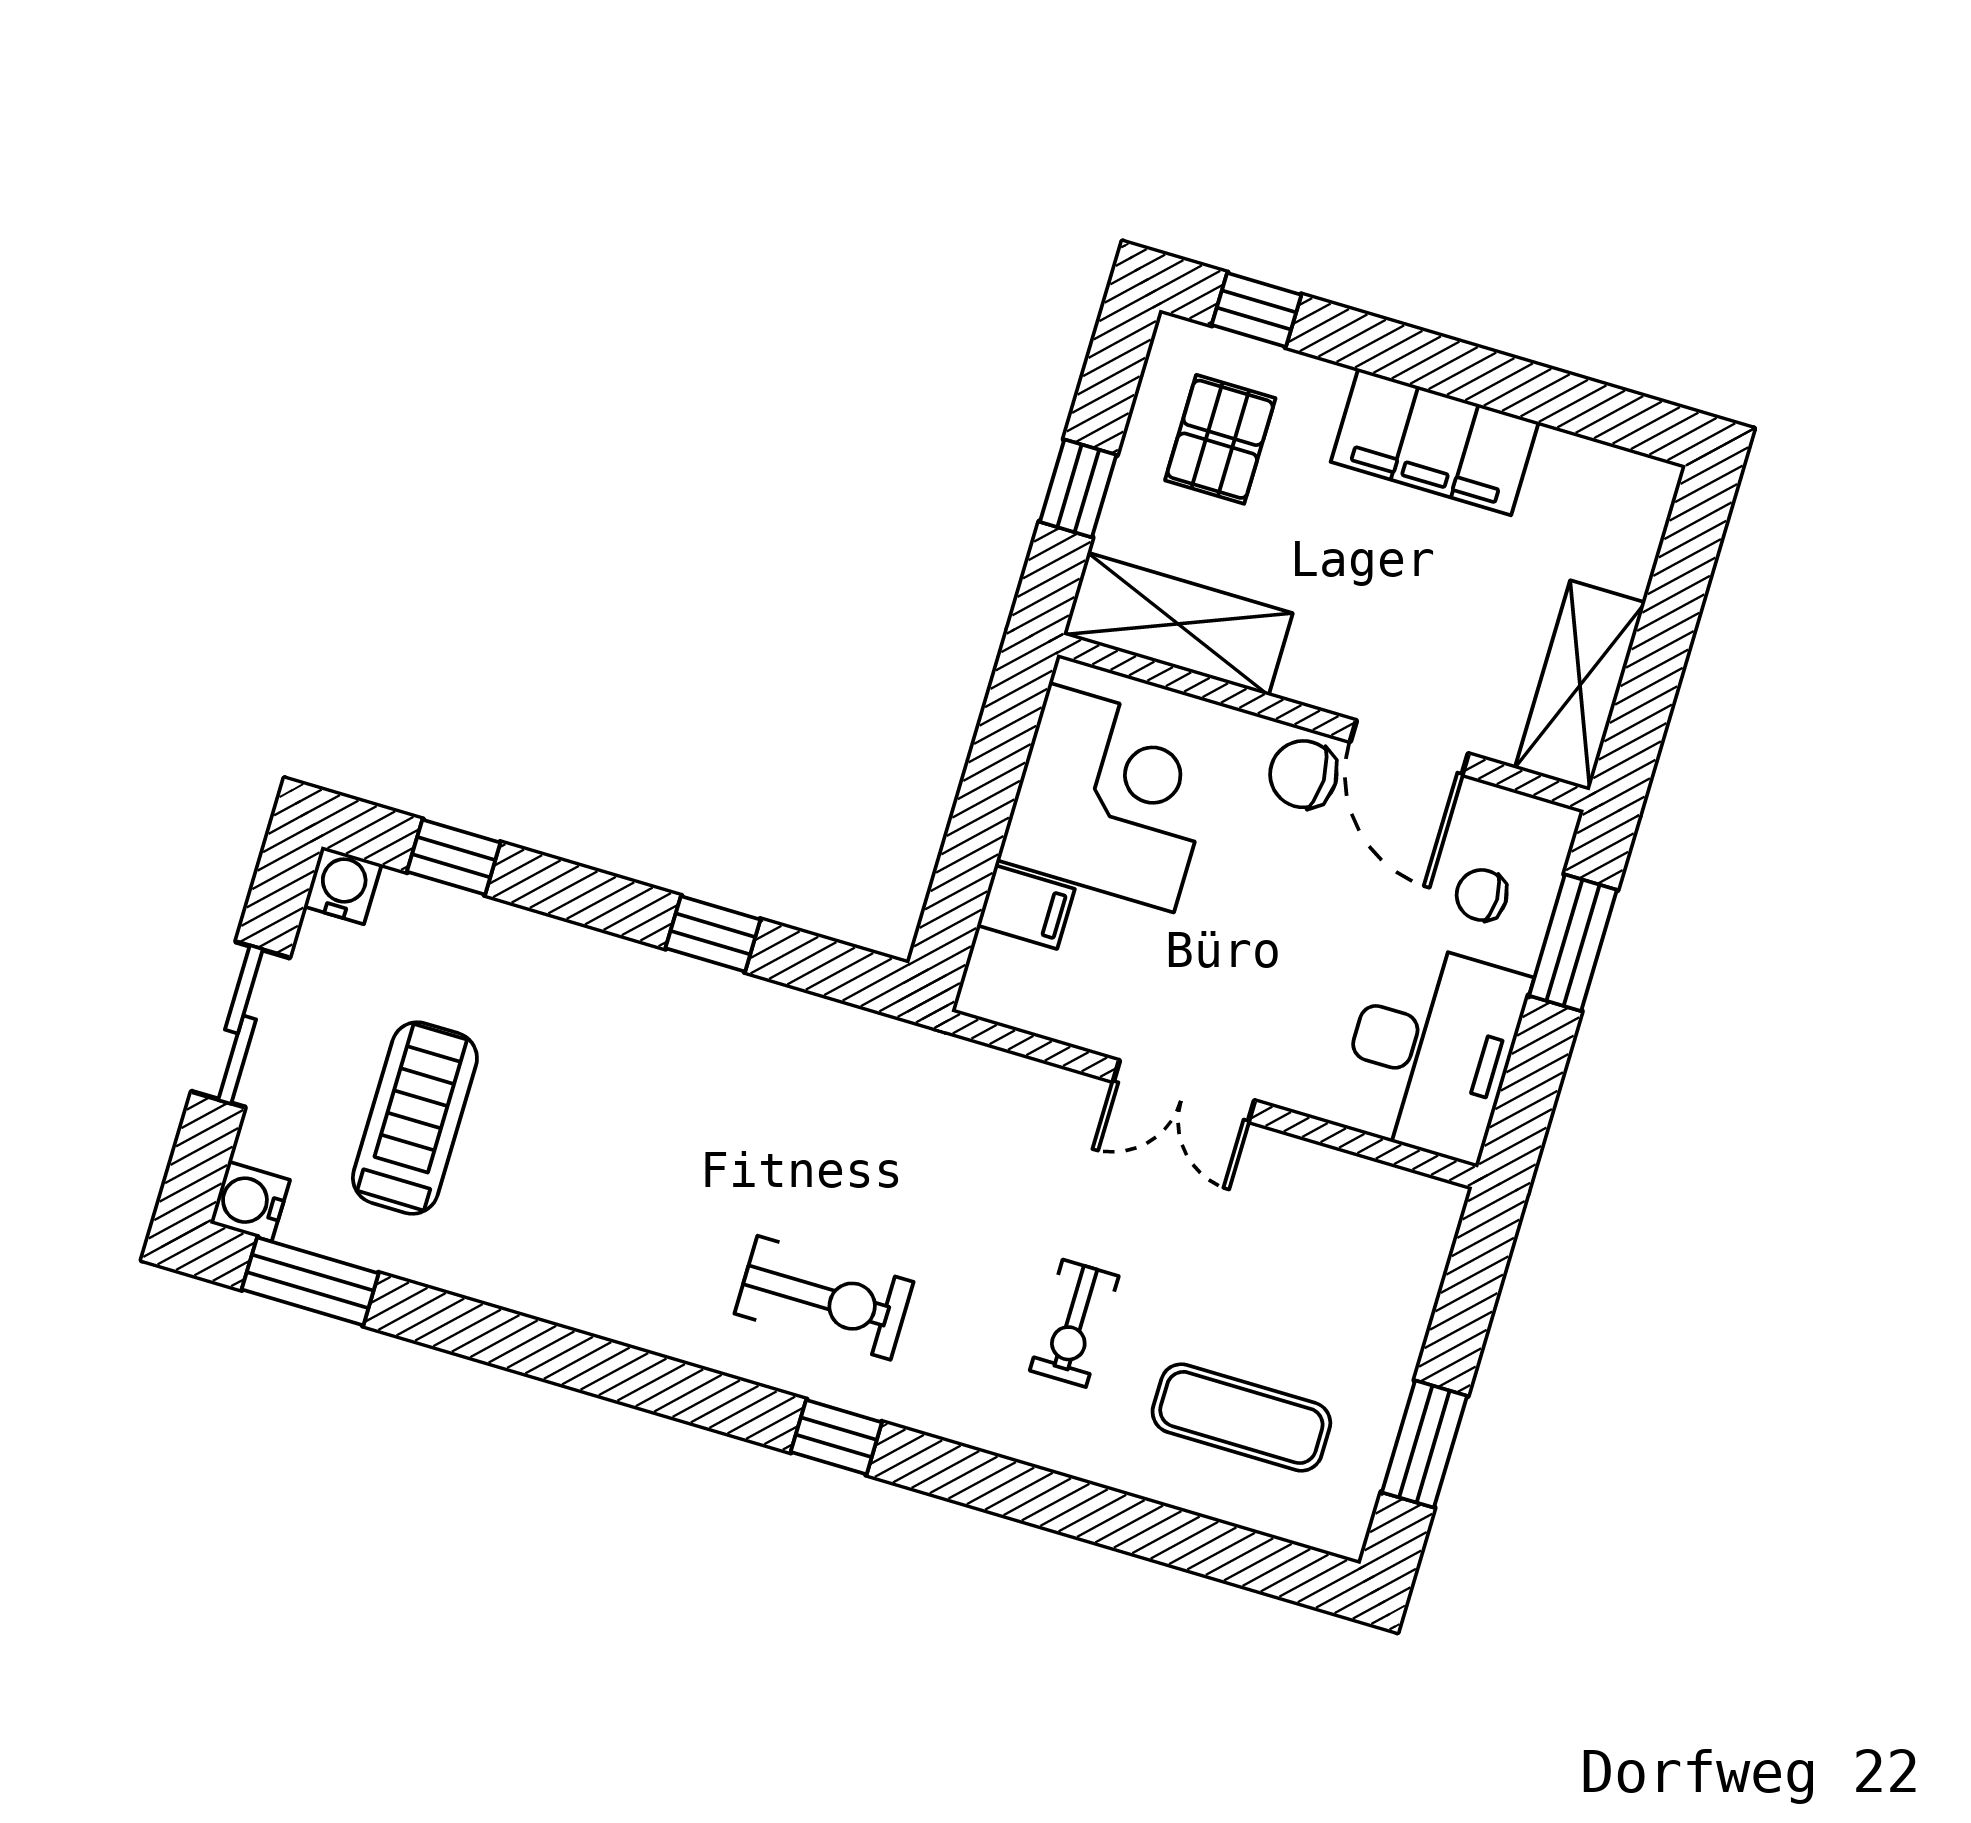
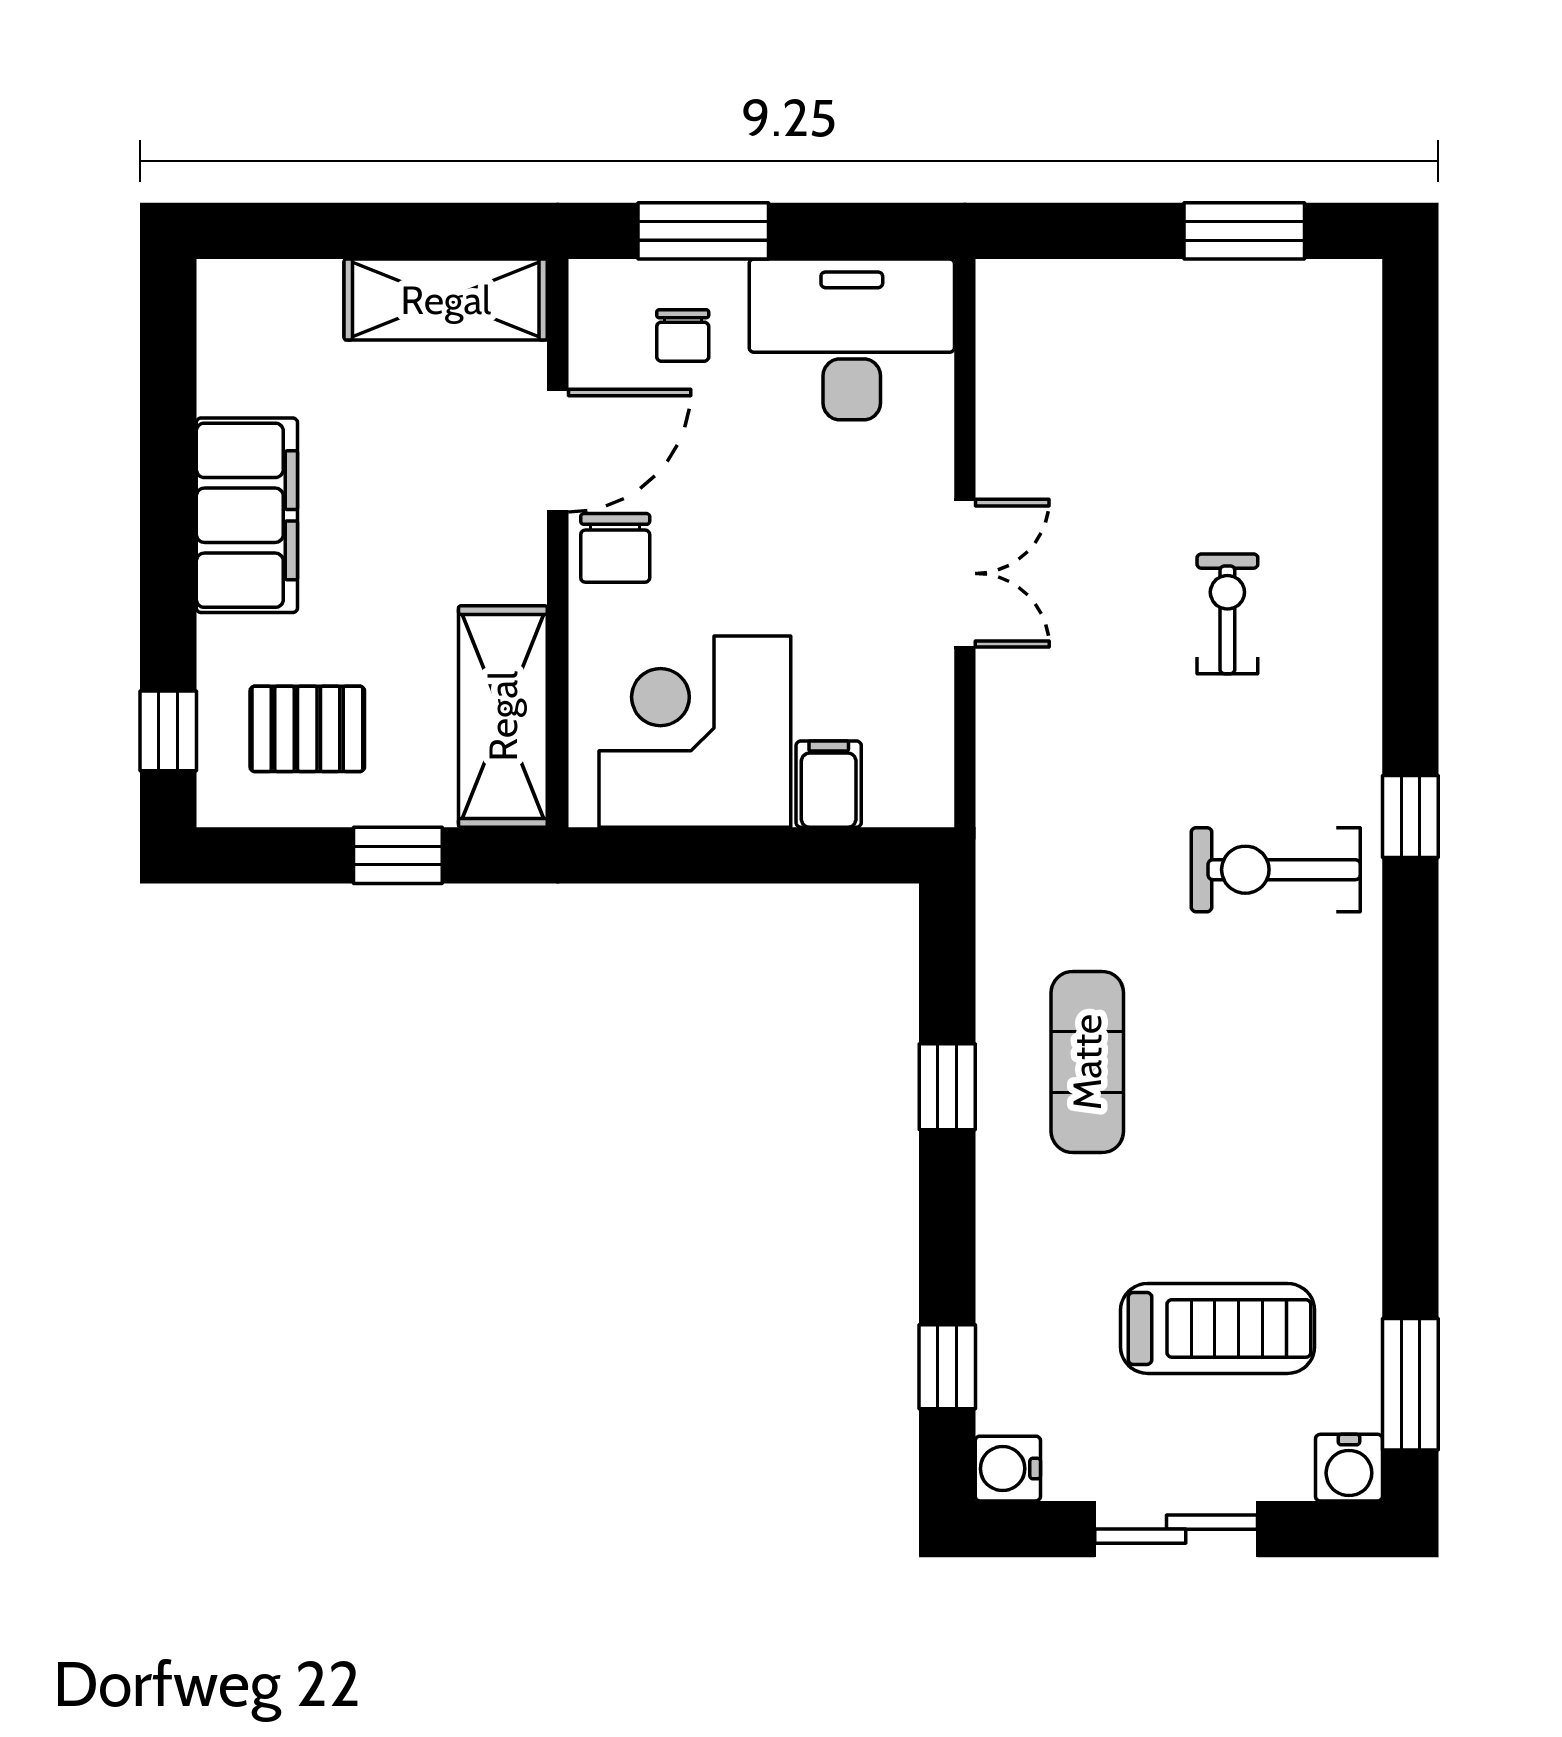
treadmill: (415, 1118) -> (1218, 1328), turned 180
exercise bike: (824, 1298) -> (1276, 870), turned -90
exercise bike: (1074, 1323) -> (1227, 614), turned -90
exercise mat: (1241, 1417) -> (1087, 1062), moved

